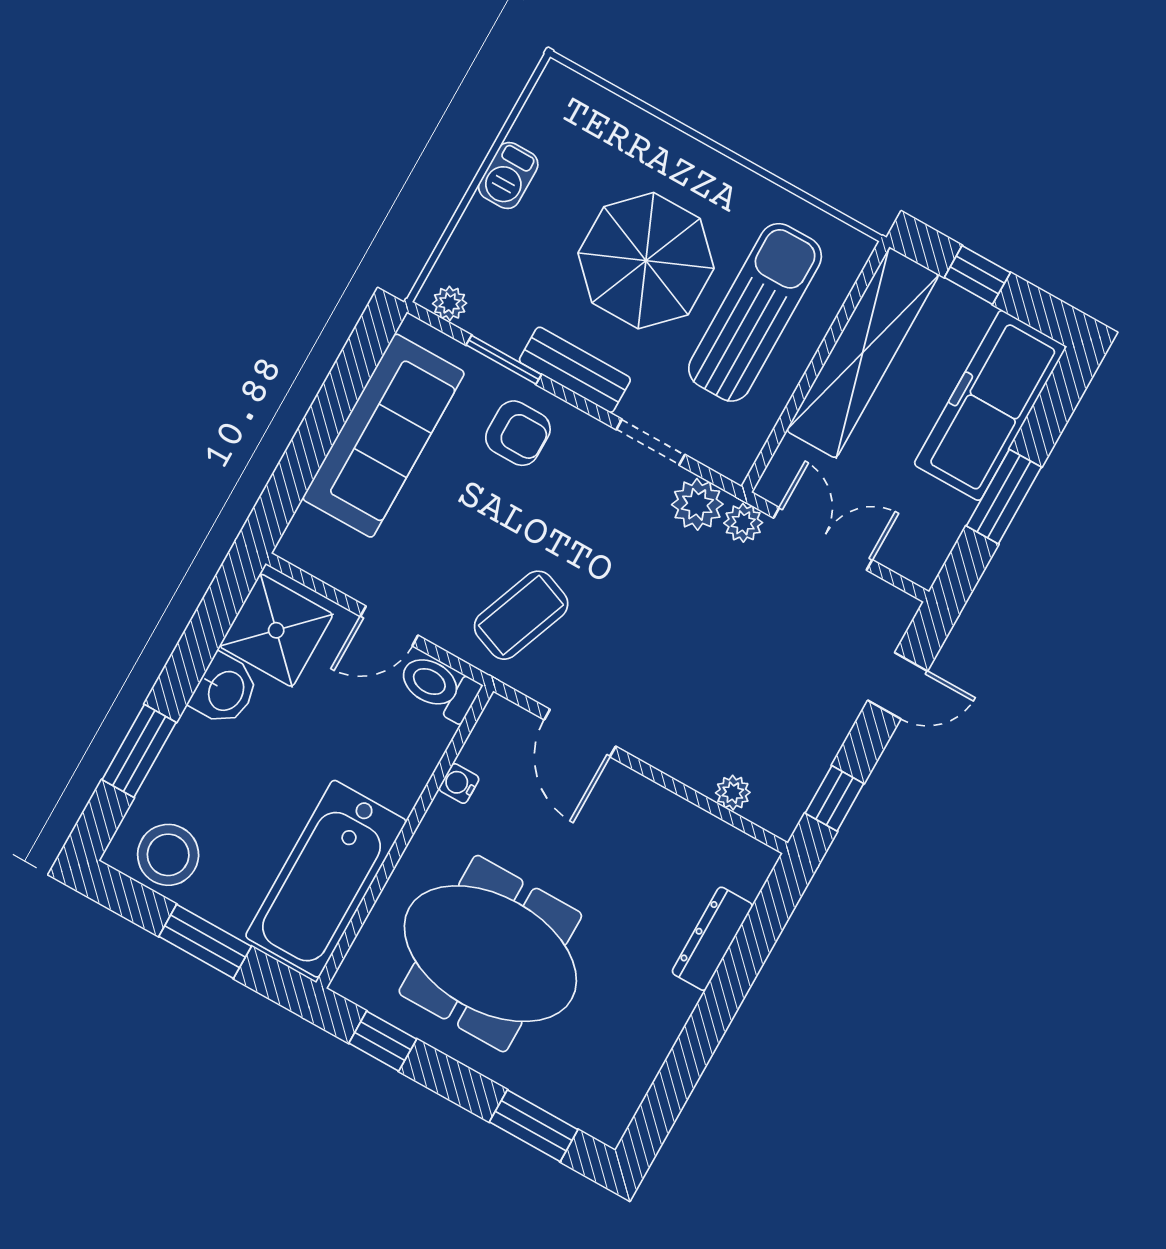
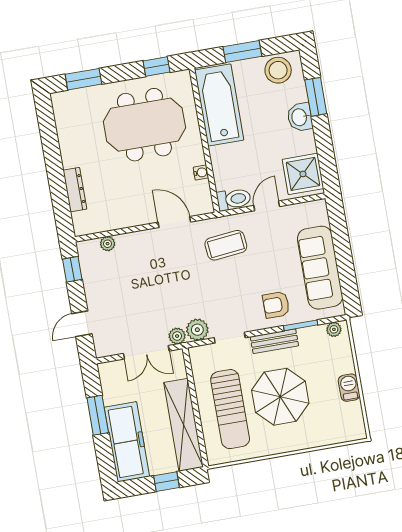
coffee table: (521, 615) -> (226, 245), turned 63
washbasin: (225, 690) -> (300, 117), moved

